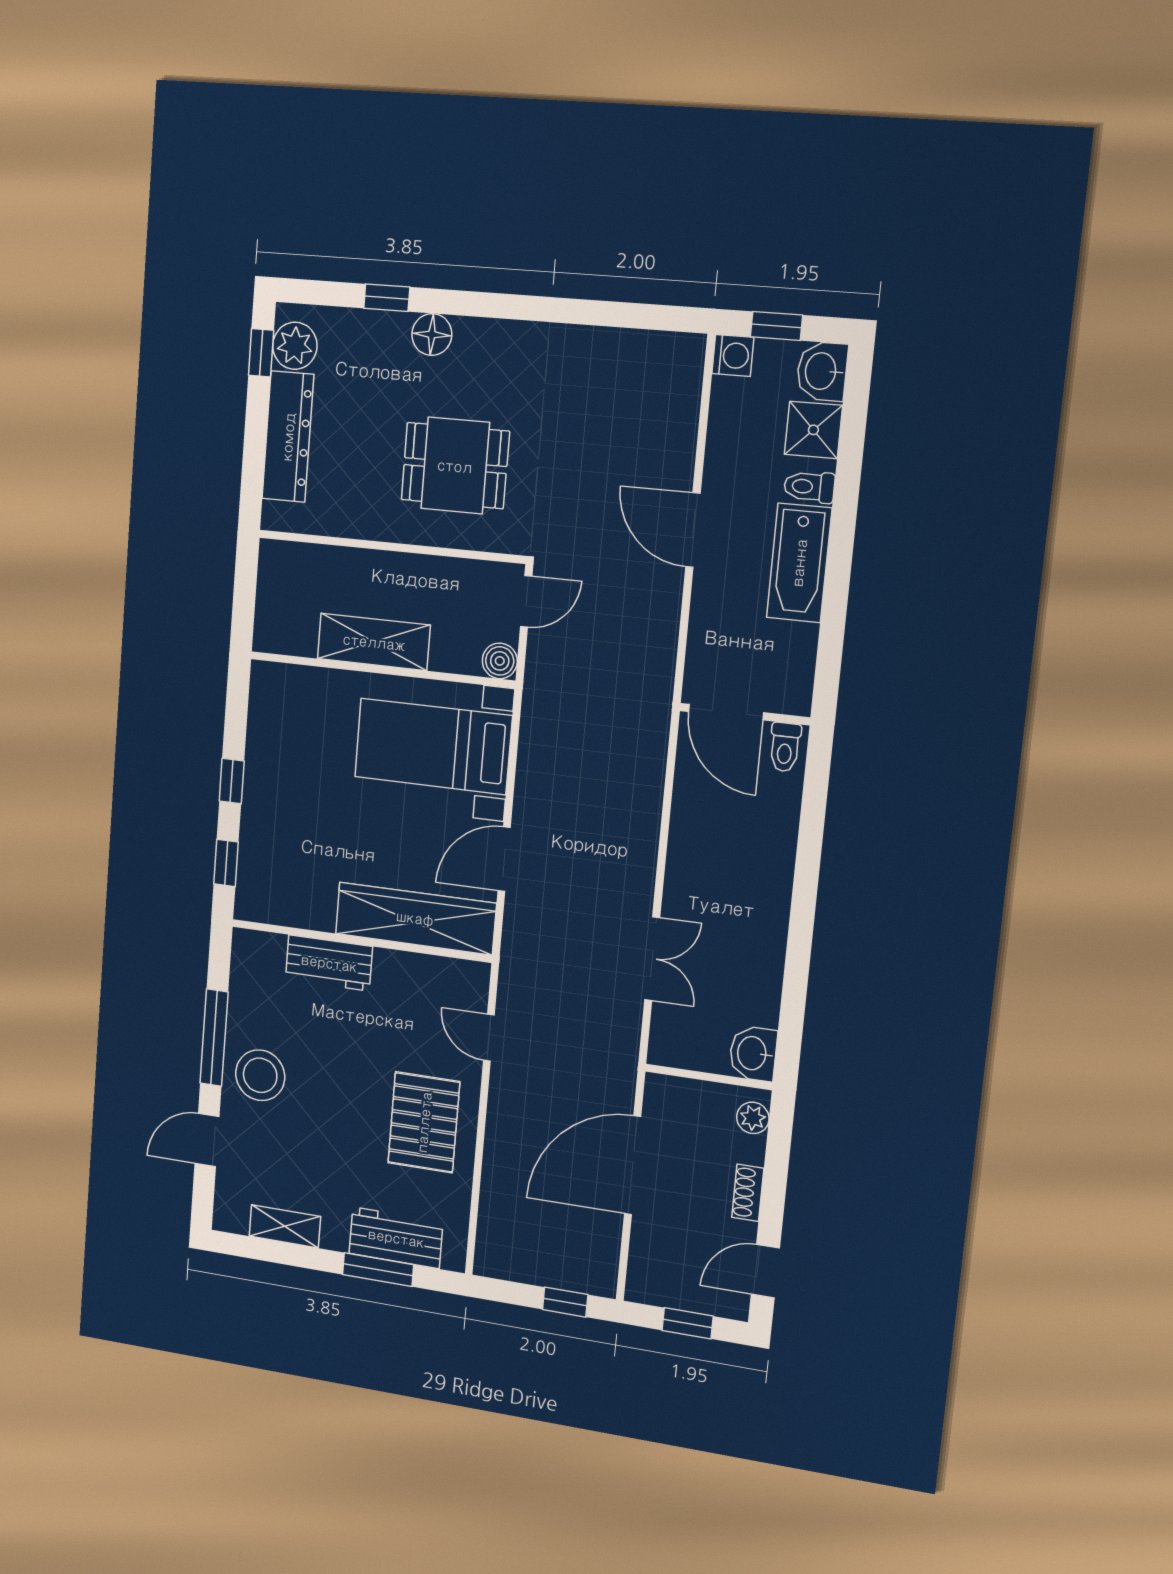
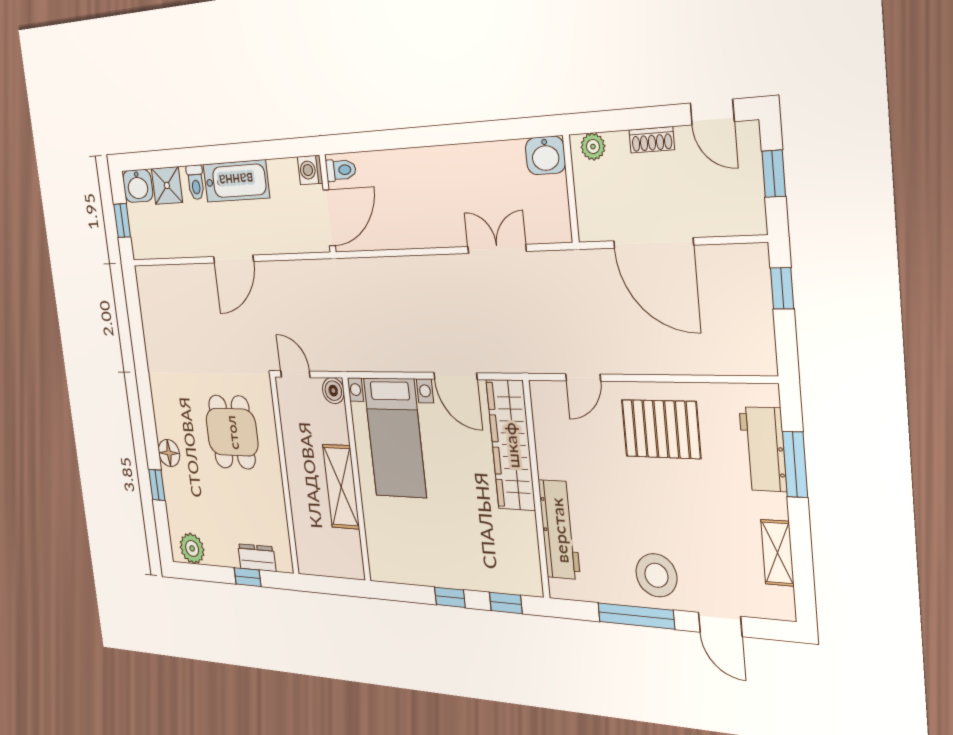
window: (261, 353) -> (248, 577), moved
washing machine: (733, 355) -> (310, 170), moved, turned -90
dresser: (288, 437) -> (257, 558), width x0.51, depth x0.80
workbench: (329, 963) -> (559, 530), width x1.38

